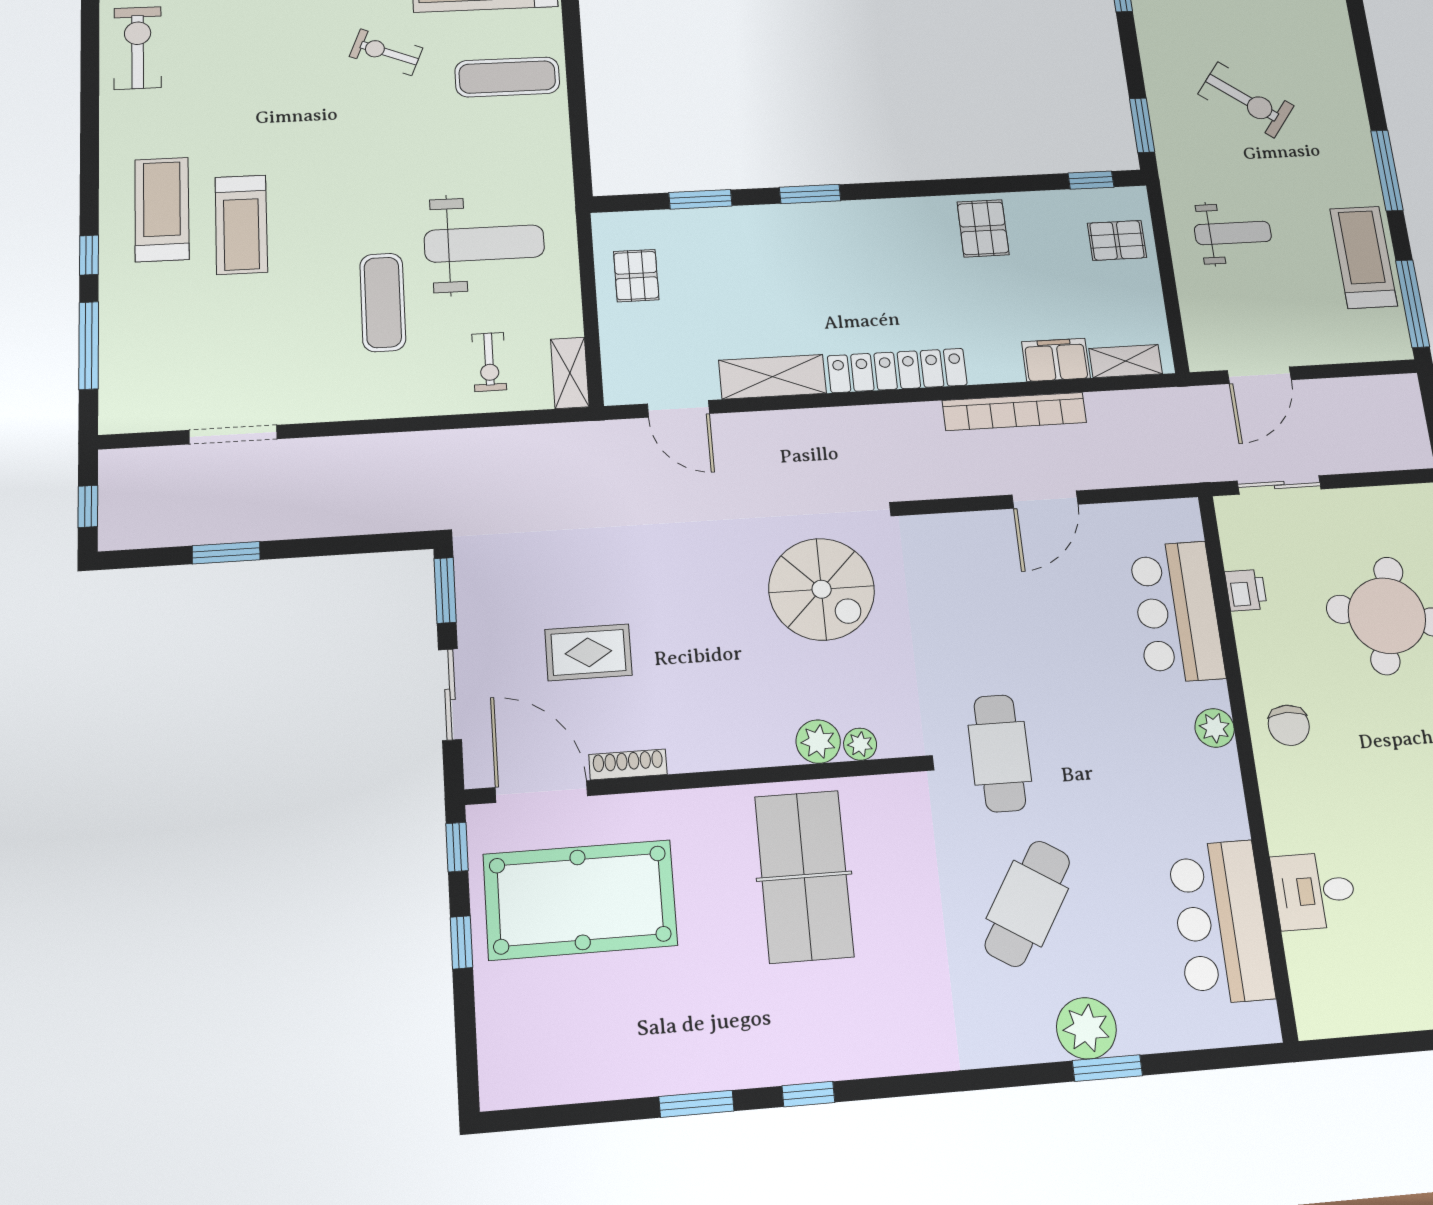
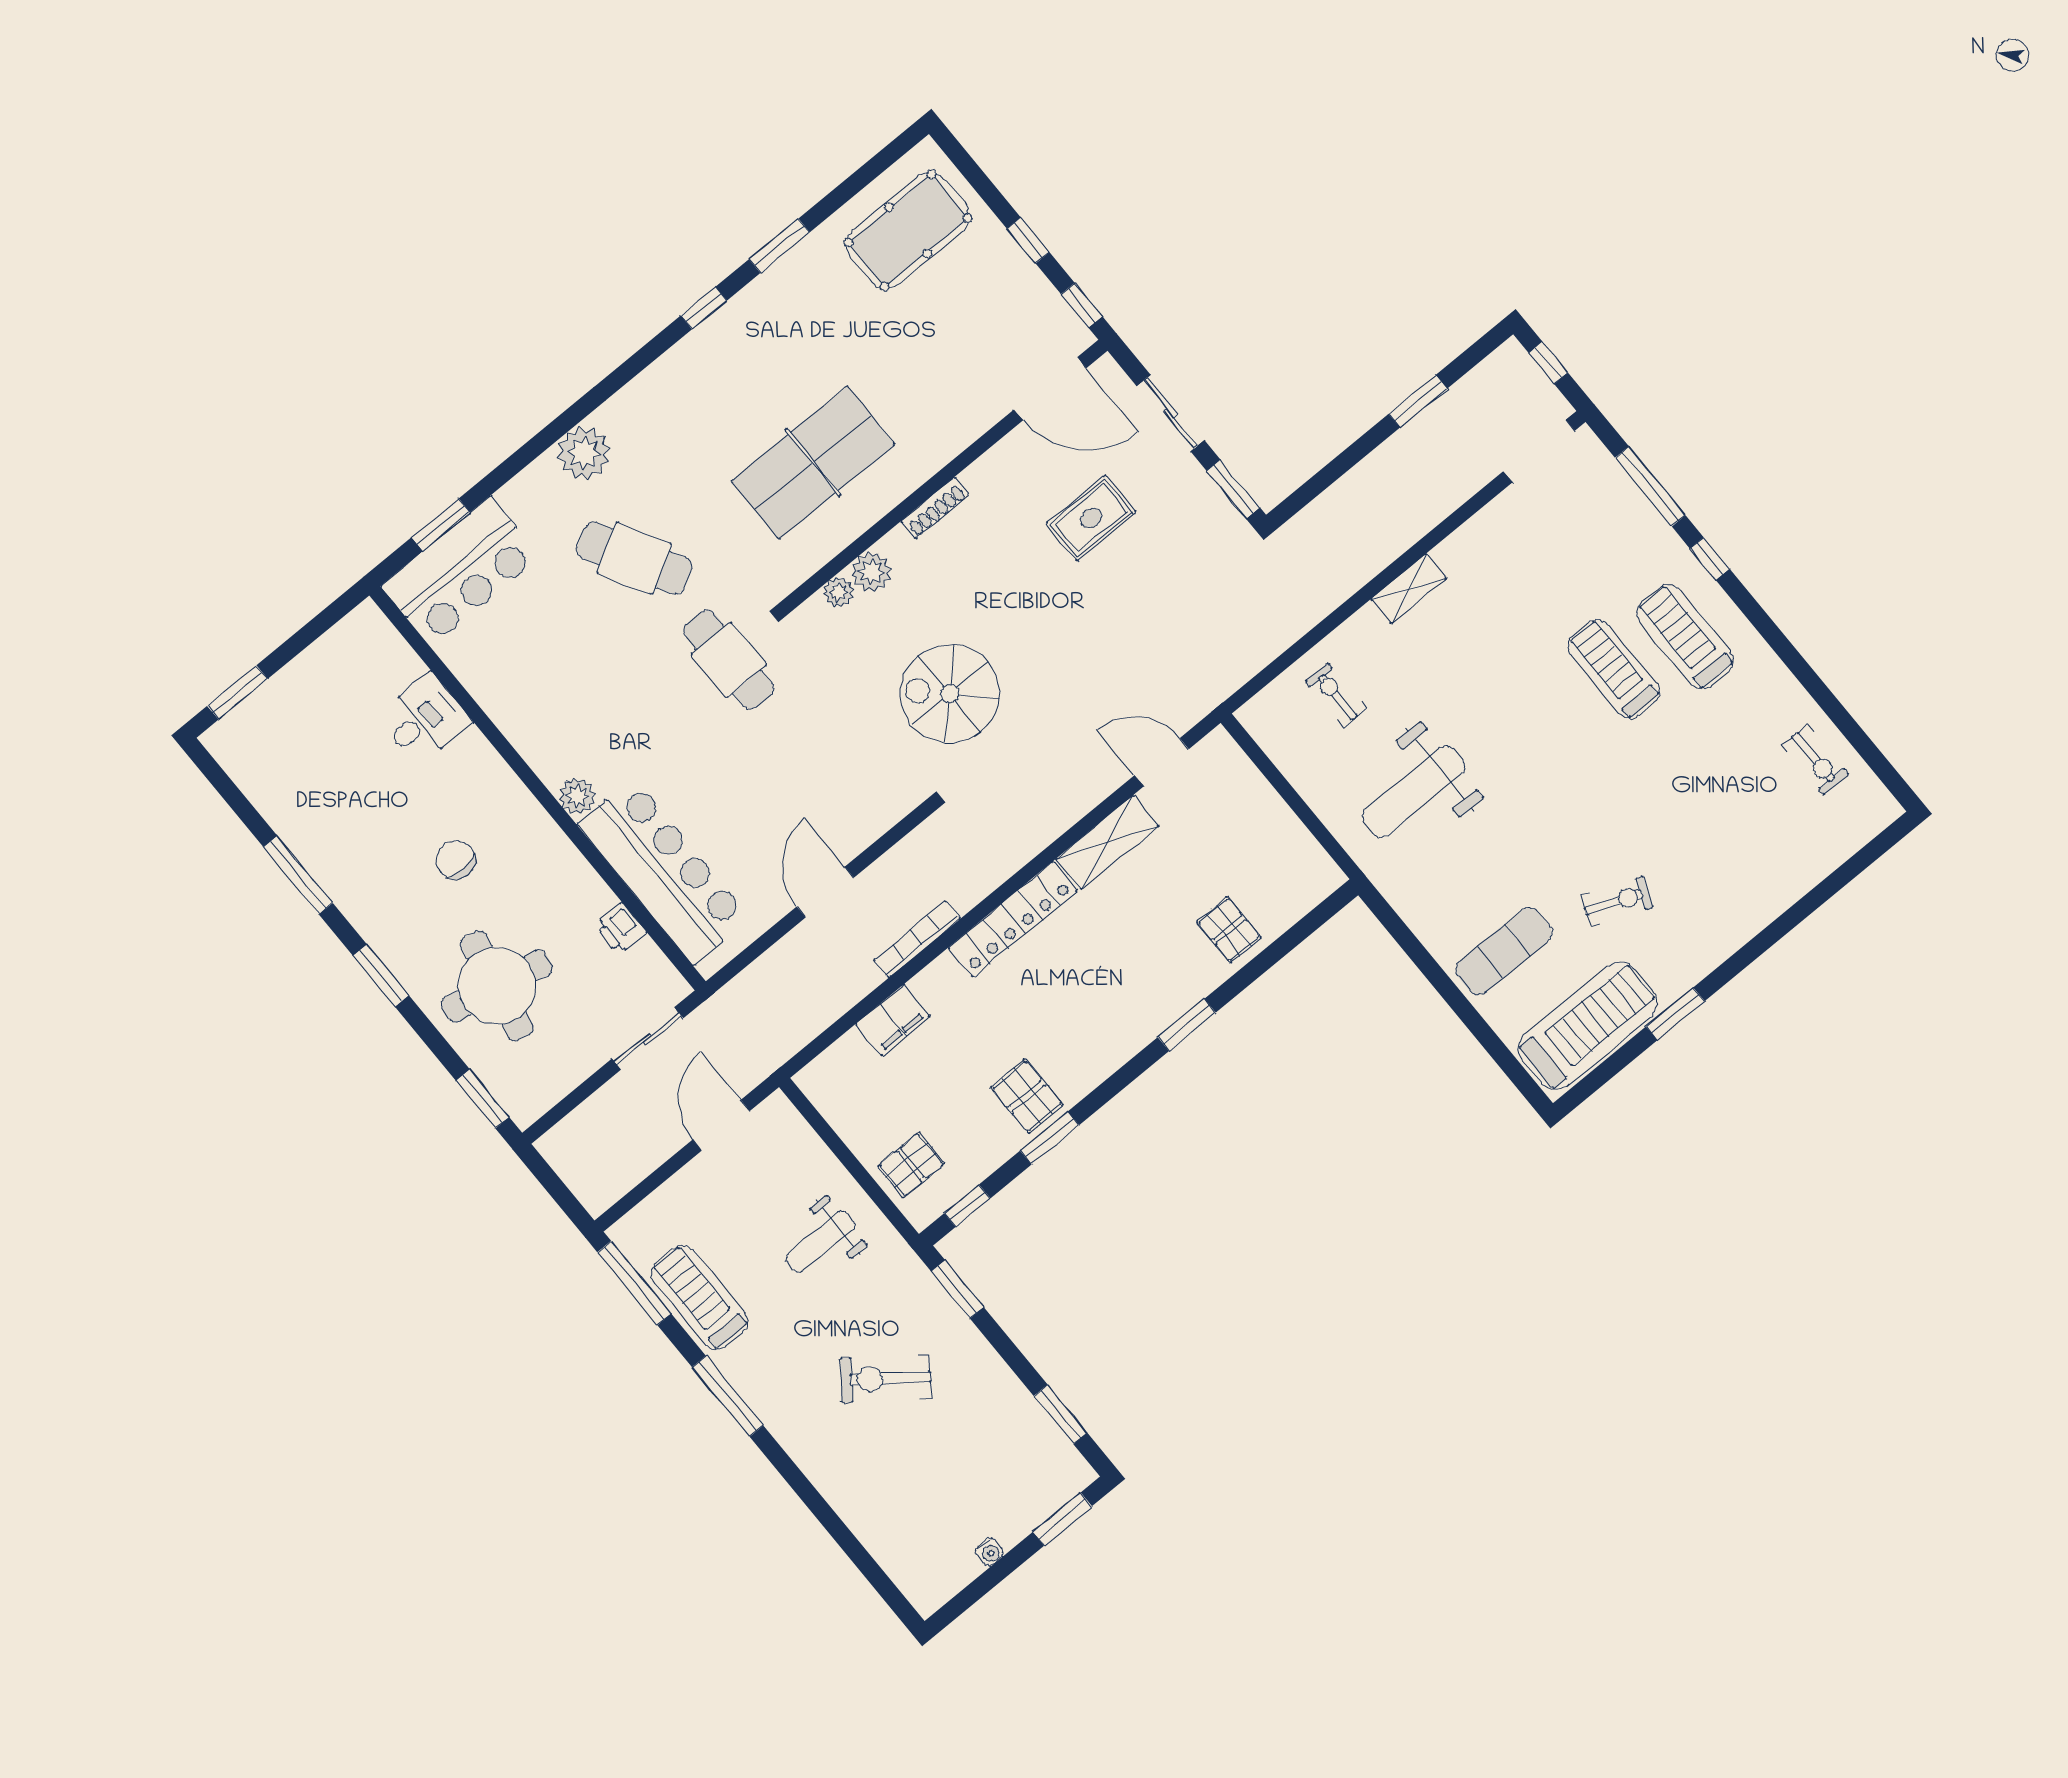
exercise bike: (138, 48) -> (1815, 759), width x0.73, depth x0.72
window: (700, 199) -> (1050, 1138), moved
treadmill: (162, 209) -> (1685, 637), turned 180
treadmill: (1363, 257) -> (700, 1298), turned 180
pallet: (636, 276) -> (1229, 930), moved
exercise mat: (383, 302) -> (1455, 685), removed
shelving: (1126, 361) -> (836, 1060), removed
shelving: (570, 373) -> (1409, 589), moved, turned 90
bookcase: (1014, 412) -> (917, 939), width x0.68, depth x0.76
doorway: (233, 435) -> (1539, 451), moved
bar counter: (1177, 612) -> (664, 871), width x1.36
chair: (1289, 725) -> (456, 860), moved
shoe rack: (628, 765) -> (935, 508), moved
table tennis table: (804, 876) -> (813, 463), turned 90
pool table: (580, 900) -> (908, 230), moved, width x0.73, depth x0.76
cafe table: (1027, 903) -> (634, 558), turned -61
bar counter: (1221, 922) -> (461, 571), moved, turned 90
plant: (1086, 1028) -> (584, 453), moved
window: (1107, 1068) -> (441, 525), moved

